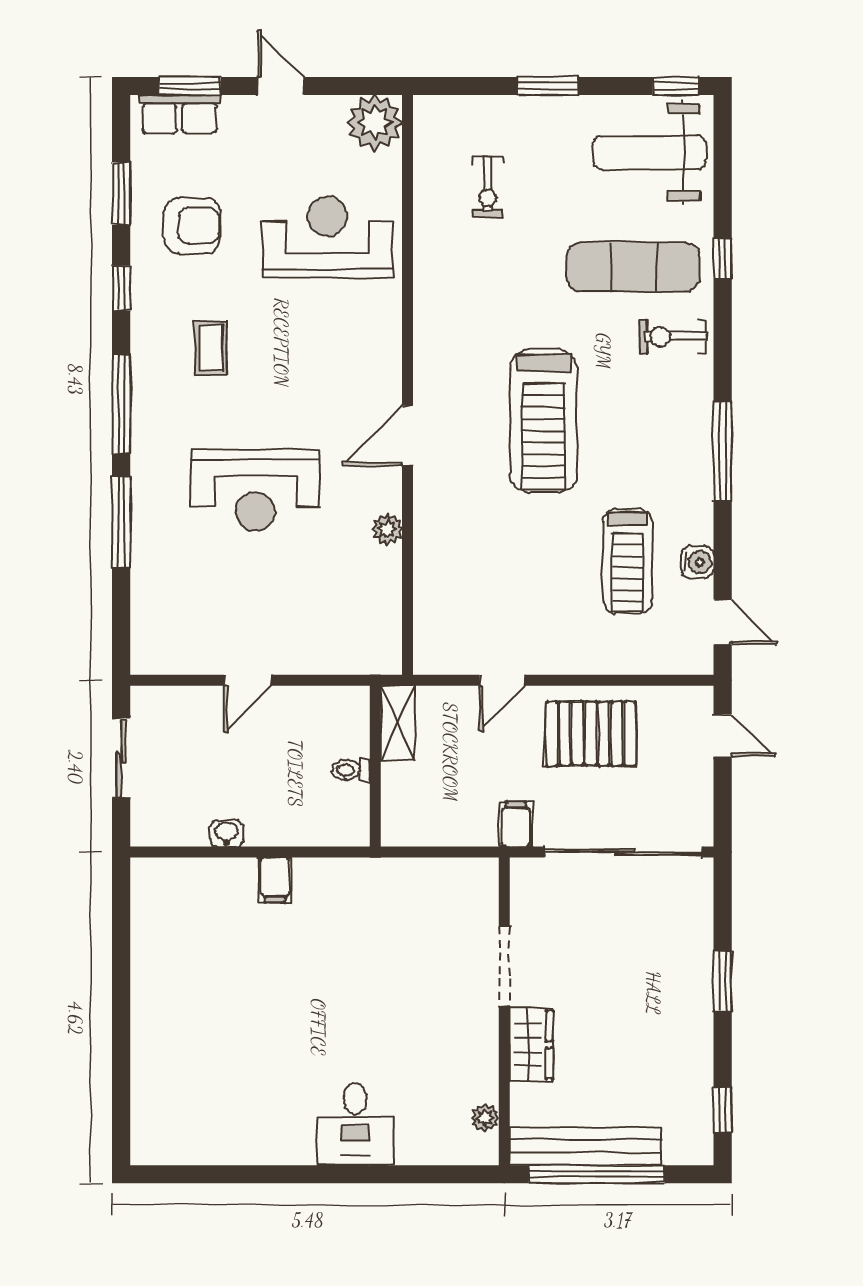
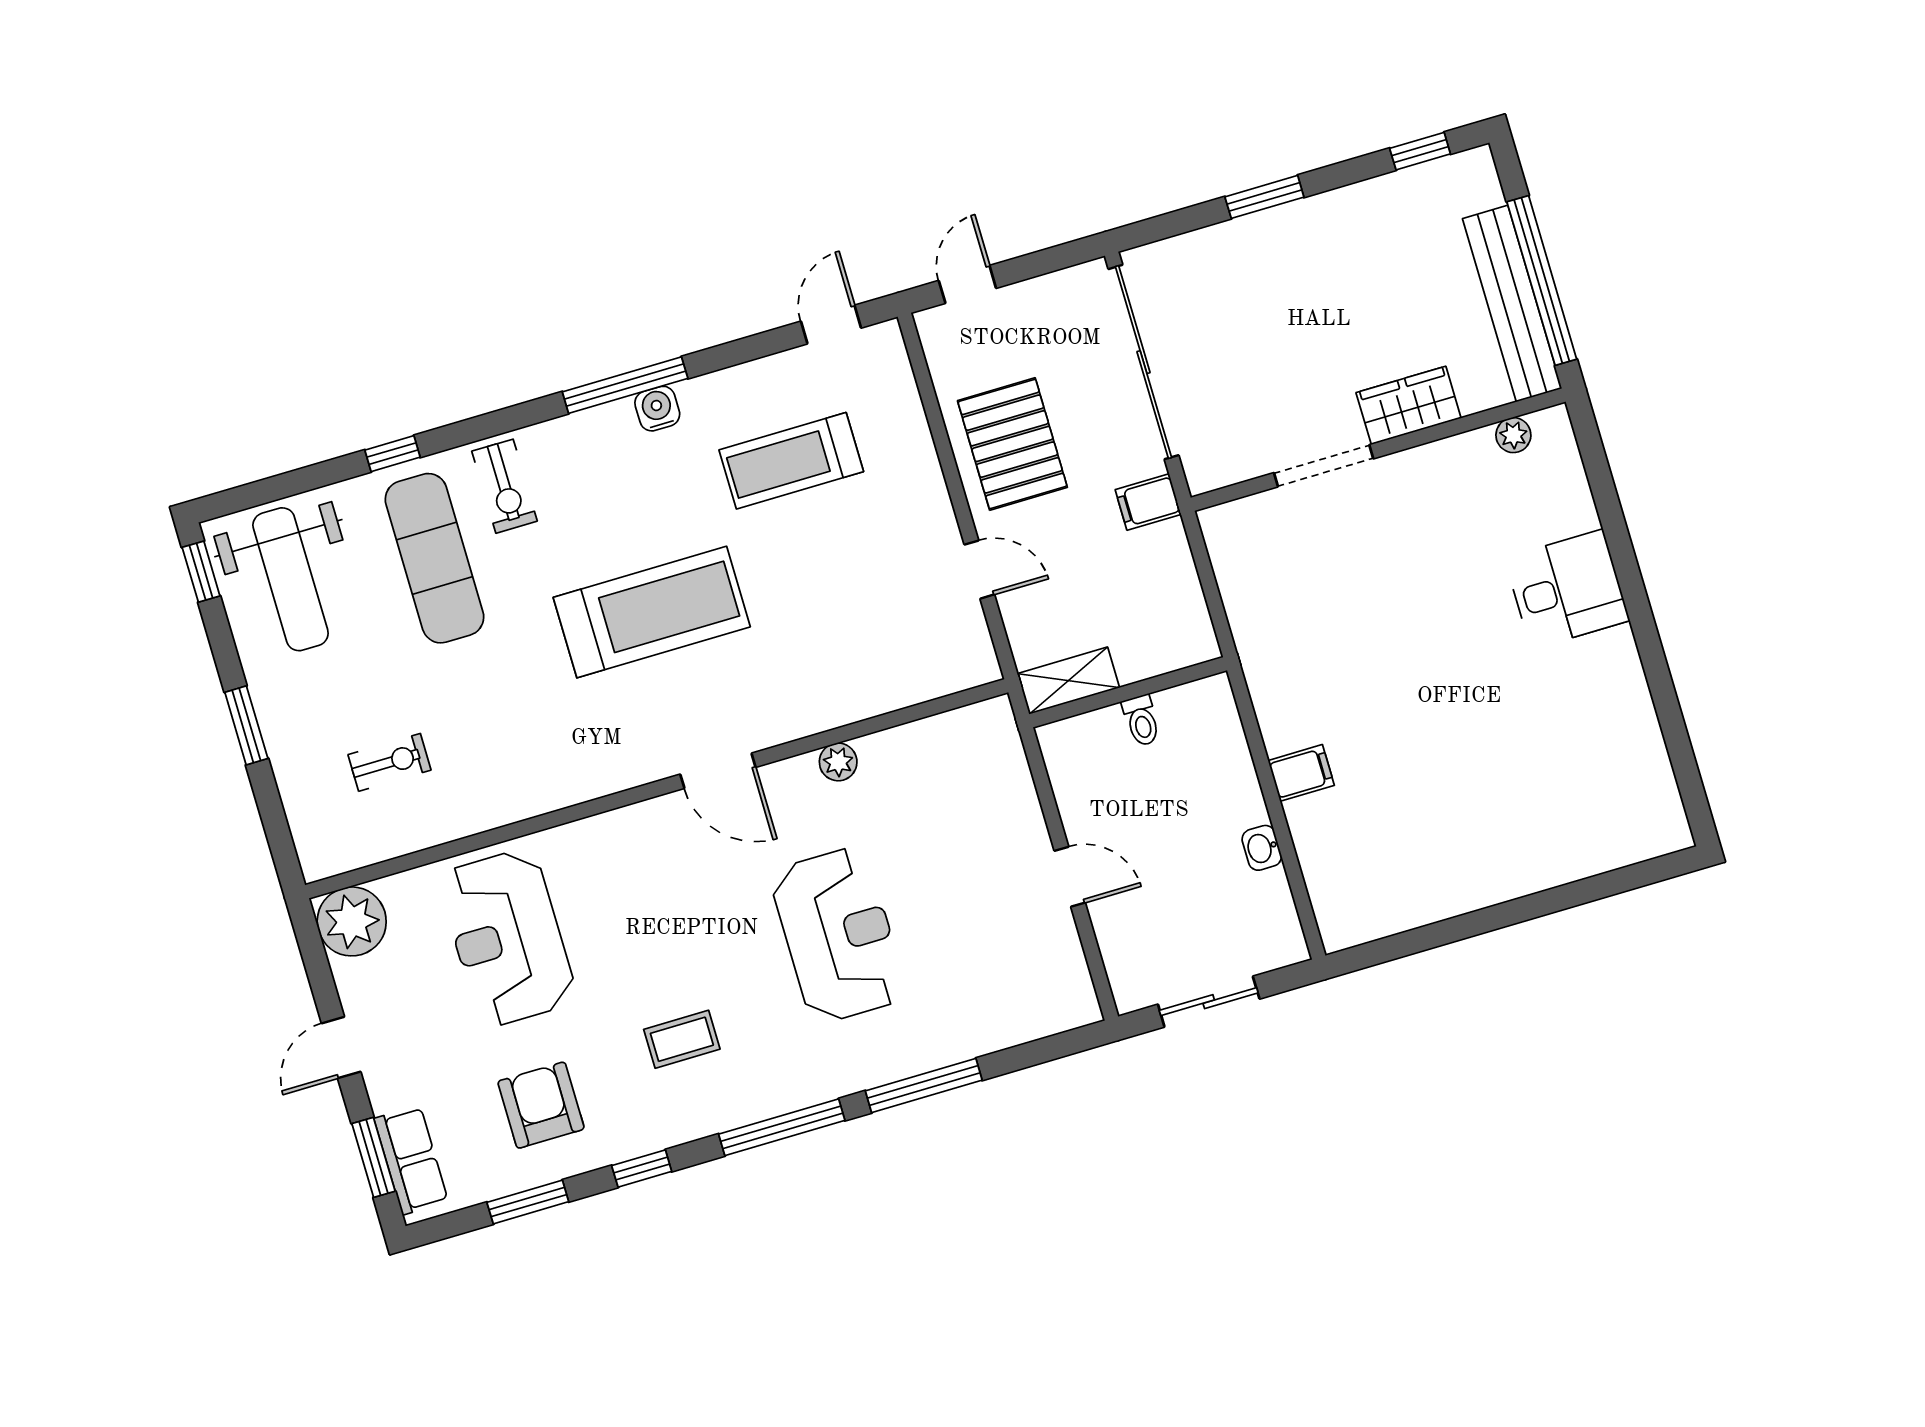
treadmill: (628, 561) -> (791, 461), turned 180
water cooler: (697, 562) -> (657, 409), moved

